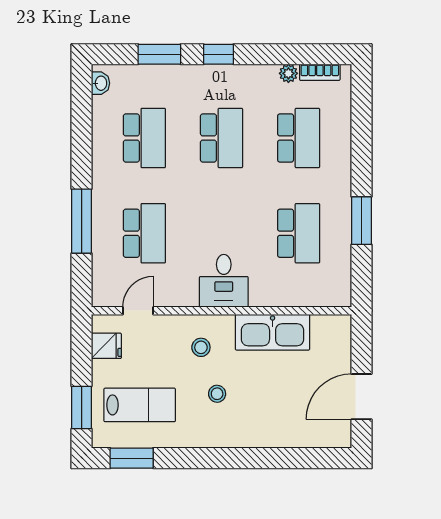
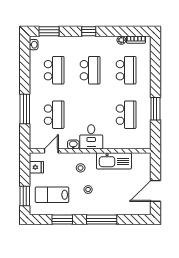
window: (159, 54) -> (49, 31), moved
washbasin: (185, 297) -> (73, 145), added
lab bench: (140, 405) -> (52, 195), turned 180
window: (132, 458) -> (62, 220), moved
window: (246, 458) -> (102, 220), added

